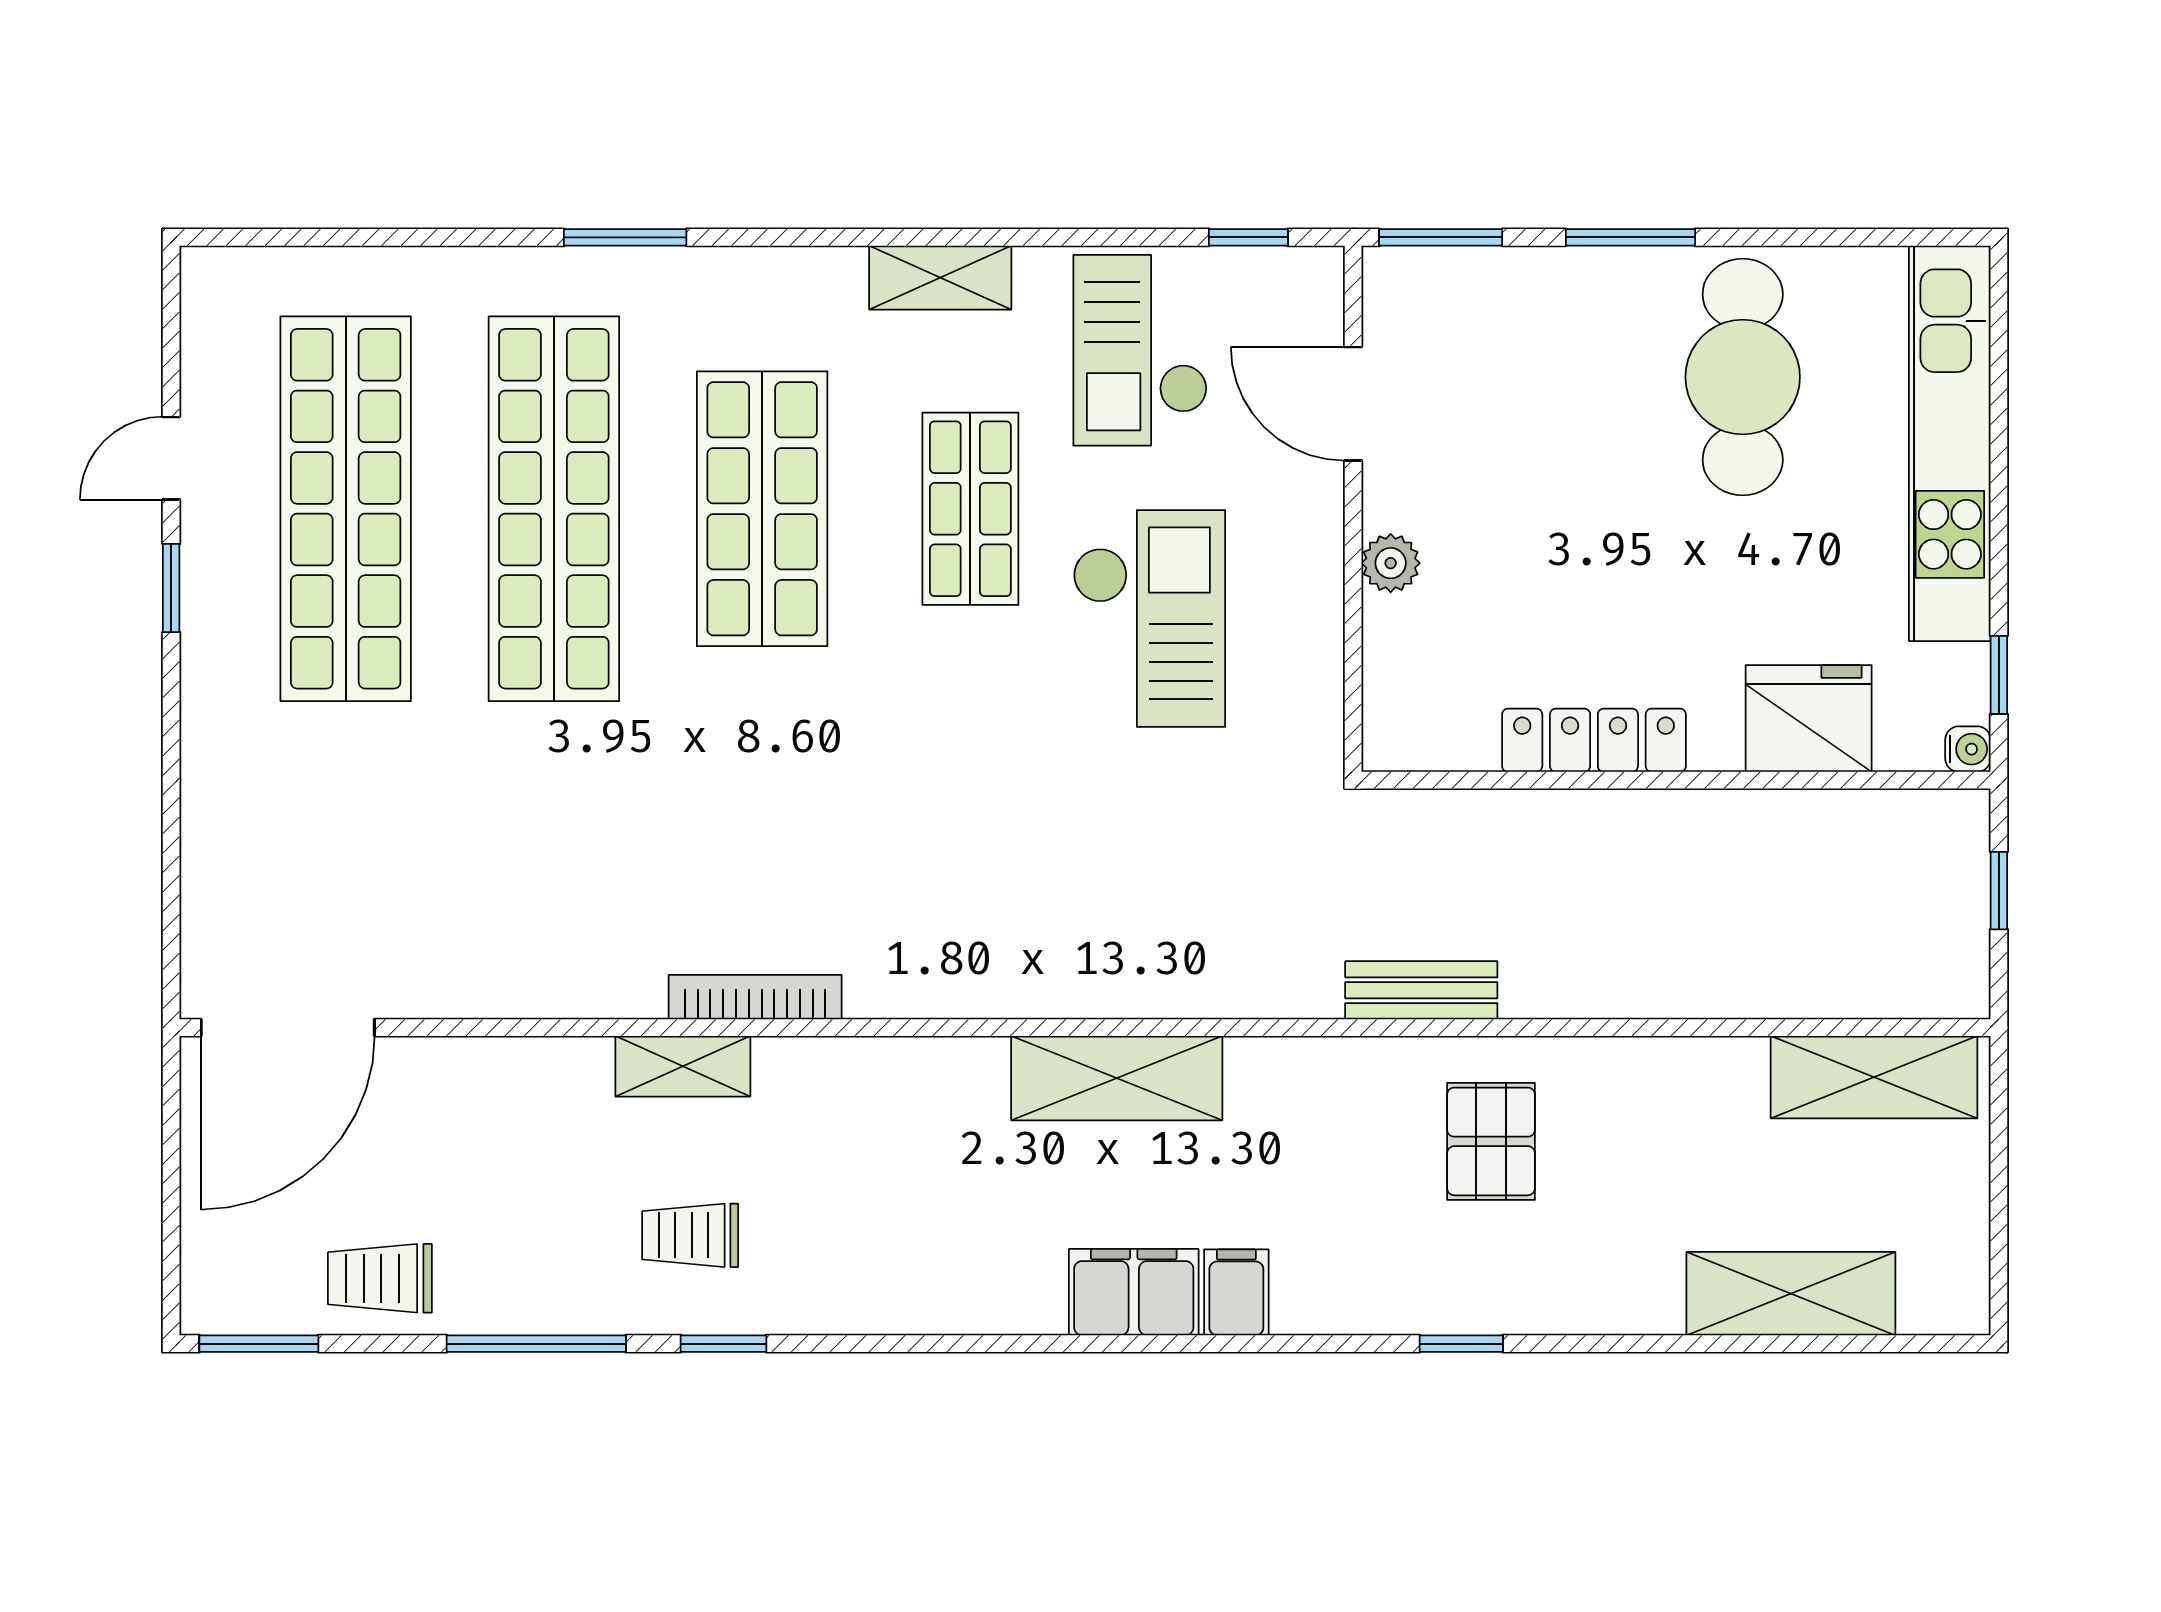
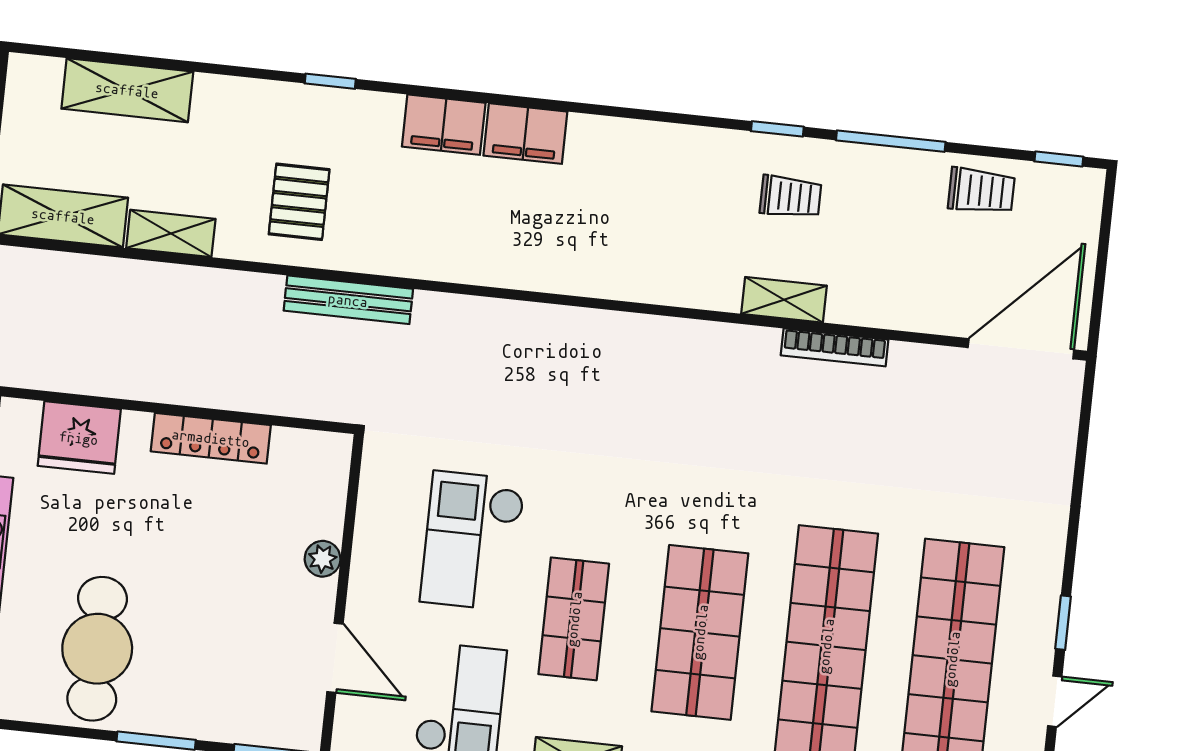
bench: (1421, 990) -> (348, 300), width x1.36
bookcase: (755, 997) -> (835, 347), moved
shelving: (1117, 1078) -> (171, 233), moved, width x0.67, depth x0.75
filing cabinet: (1236, 1292) -> (444, 125), width x2.00
window: (259, 1344) -> (1059, 159), width x0.67

